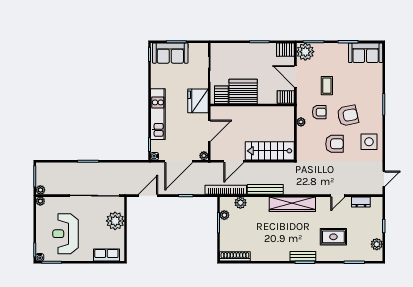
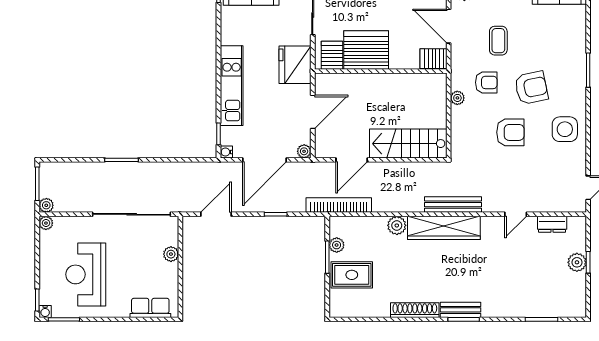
bench: (265, 189) -> (453, 205), moved
plant: (240, 203) -> (397, 225), moved
plant: (115, 221) -> (171, 254), width x0.53, depth x0.53
rug: (333, 237) -> (352, 275), moved
plant: (377, 244) -> (577, 262), moved
shoe rack: (235, 256) -> (415, 310), moved

